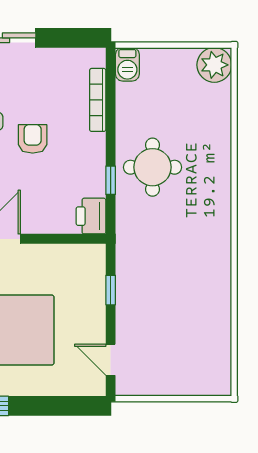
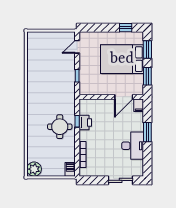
armchair: (33, 139) -> (109, 138), removed
printer: (91, 216) -> (85, 123), moved
door: (111, 360) -> (77, 47), swing flipped

